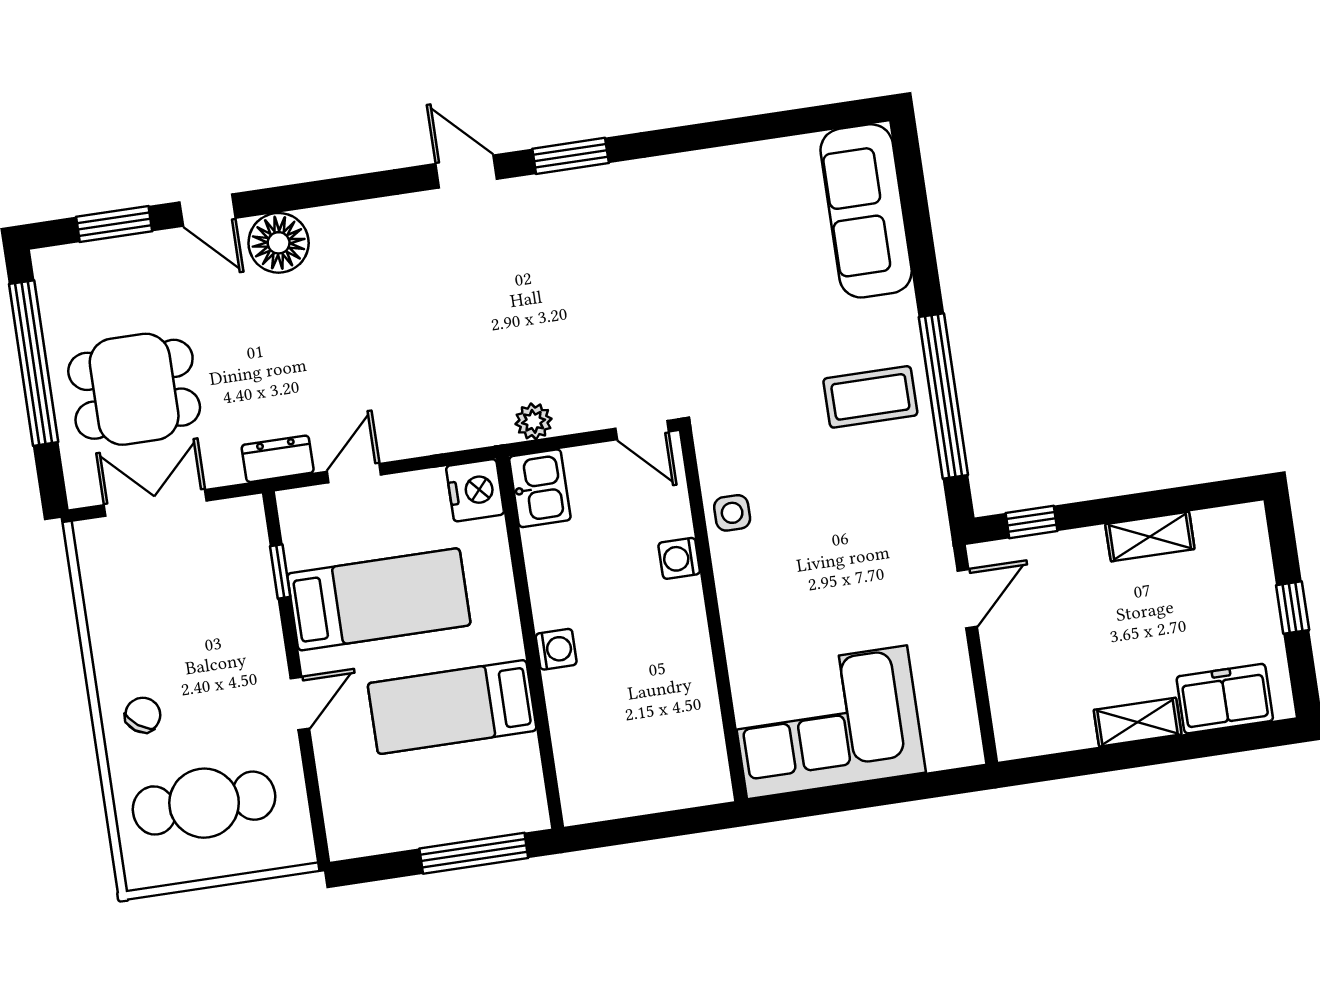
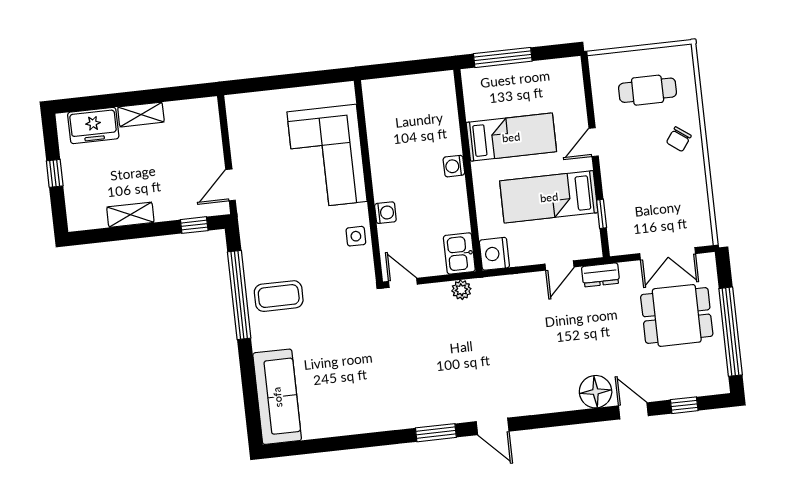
window: (114, 224) -> (684, 405), width x0.67
corner sofa: (827, 722) -> (327, 157), moved, turned 90
cafe table: (204, 803) -> (648, 90), width x0.73, depth x0.74

